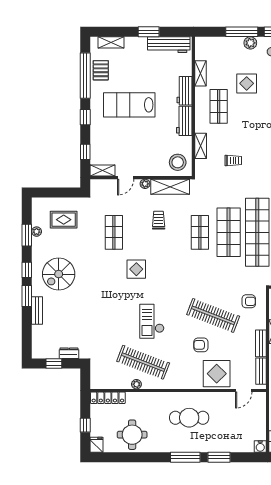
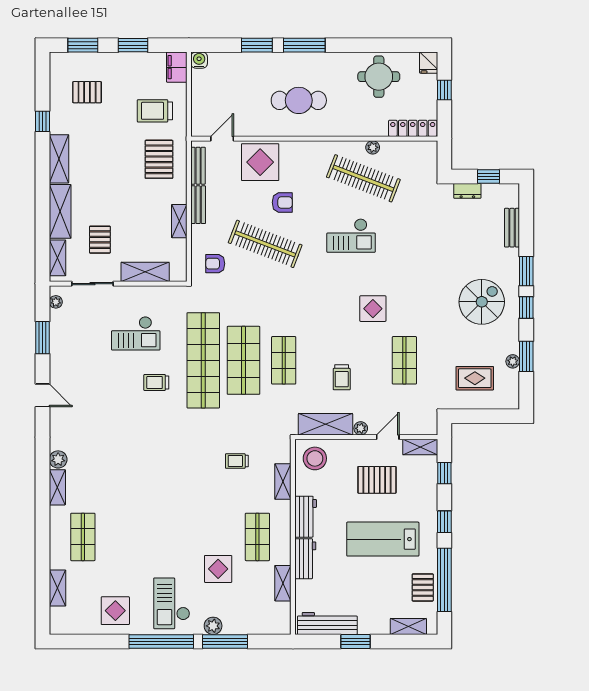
lab bench: (129, 105) -> (383, 539), turned 180
pallet: (133, 147) -> (377, 480), added
bench: (37, 311) -> (512, 228), moved
checkout: (152, 321) -> (351, 236), turned 90

